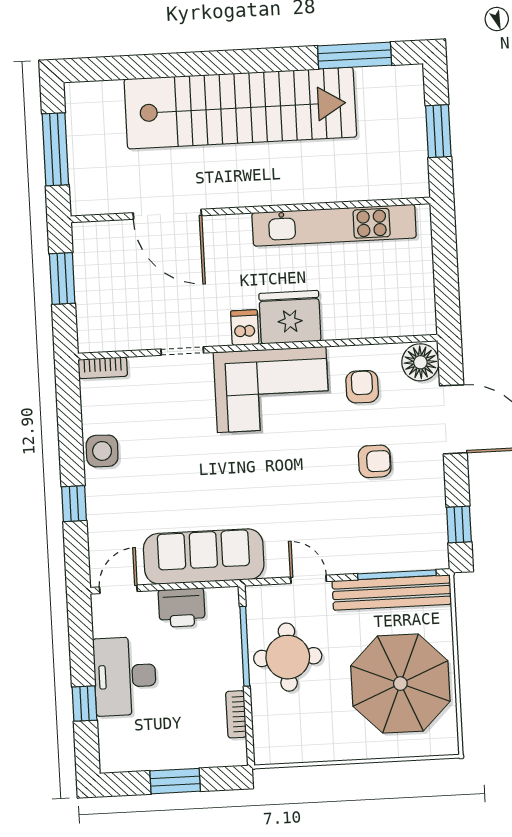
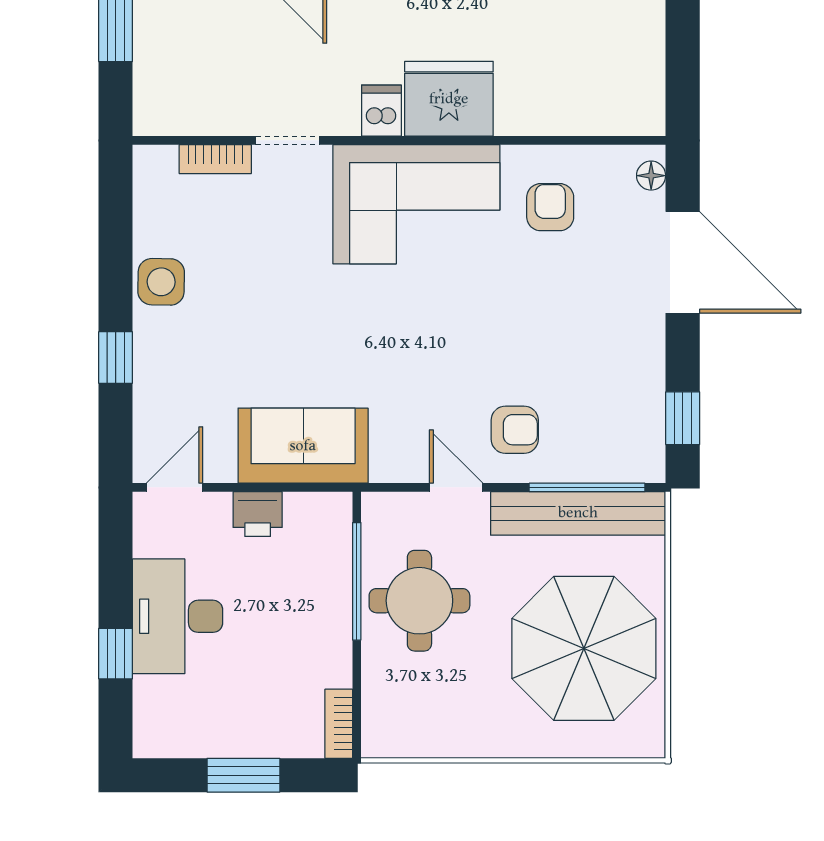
floor lamp: (420, 362) -> (651, 176), width x0.53, depth x0.53
bookcase: (103, 368) -> (215, 159), moved
armchair: (375, 461) -> (515, 430), moved
sofa: (204, 557) -> (303, 446), width x0.73
printer: (182, 608) -> (258, 514), width x0.73, depth x0.81
bookcase: (236, 714) -> (339, 724), moved

